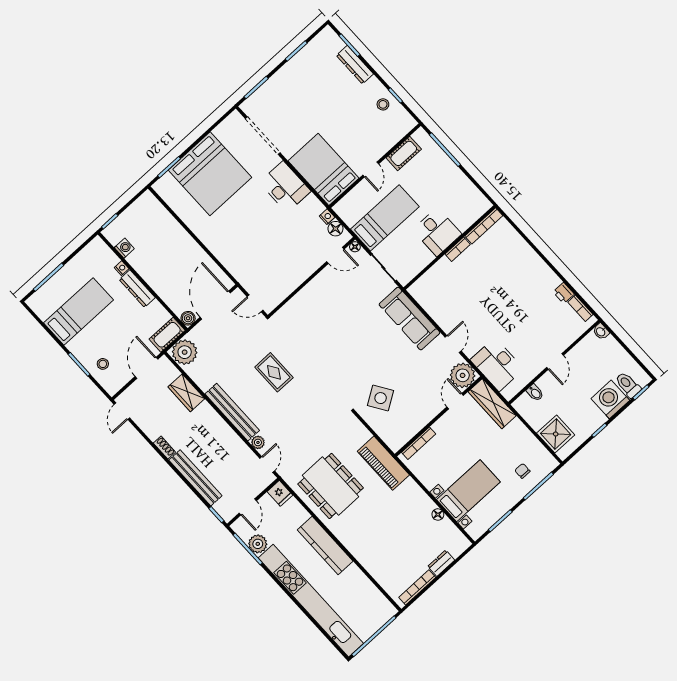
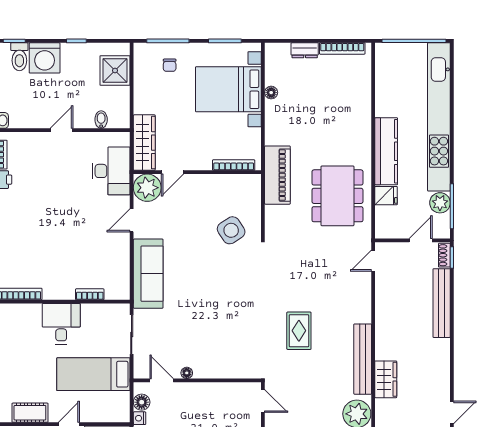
floor lamp: (355, 247) -> (187, 373), moved
bookcase: (458, 249) -> (90, 294), moved
bench: (232, 412) -> (363, 359), moved
plant: (258, 442) -> (364, 285), removed
shoe rack: (164, 448) -> (444, 255), moved
bed with nightstands: (468, 491) -> (228, 89), width x1.36
fridge: (280, 493) -> (386, 196), moved, turned 90

